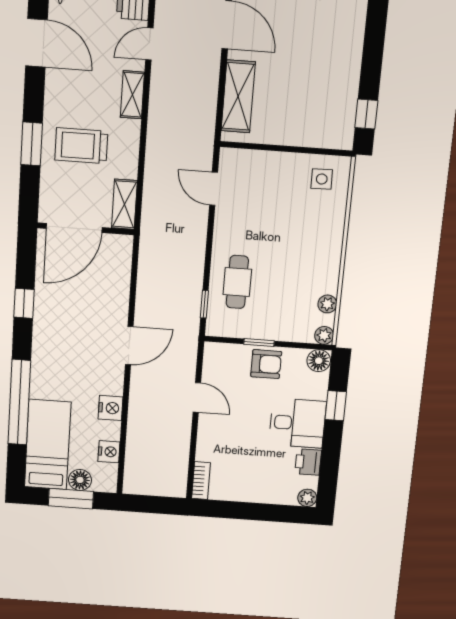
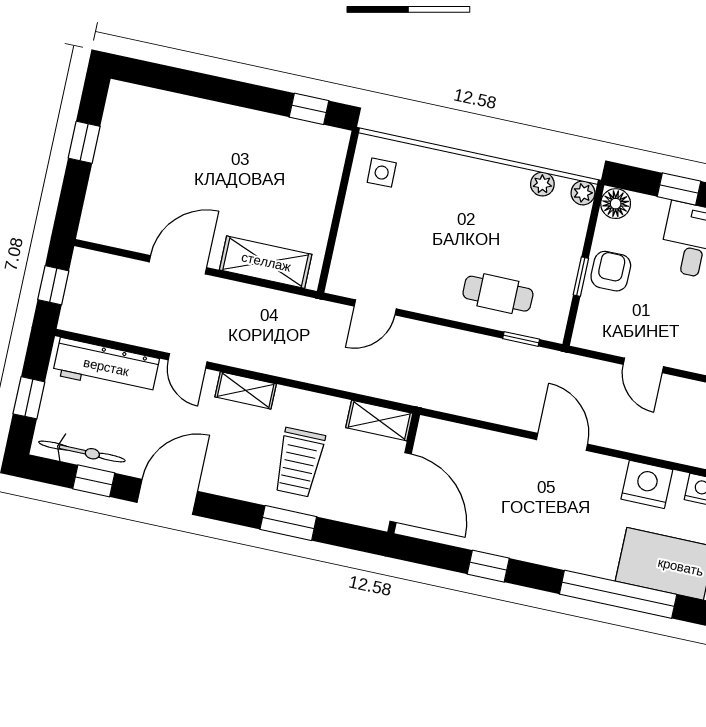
door: (197, 397) -> (643, 365), swing flipped
nightstand: (111, 408) -> (647, 484), width x1.36, depth x1.33

